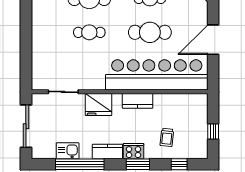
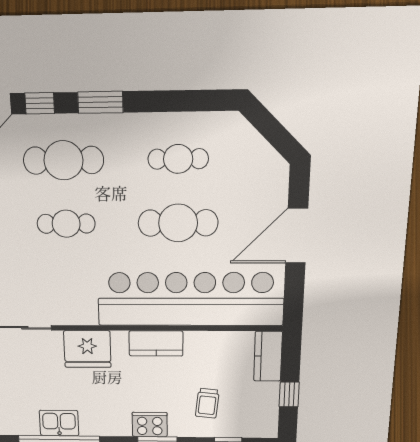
kitchen sink: (68, 151) -> (59, 423), moved
kitchen counter: (107, 151) -> (268, 356), moved, turned -90

